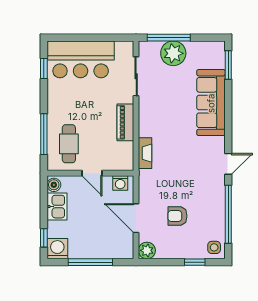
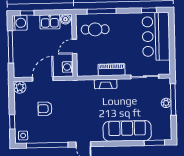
plant: (173, 53) -> (166, 103), width x0.53, depth x0.53
fireplace: (145, 153) -> (106, 84), moved
armchair: (177, 216) -> (45, 109), turned -90

